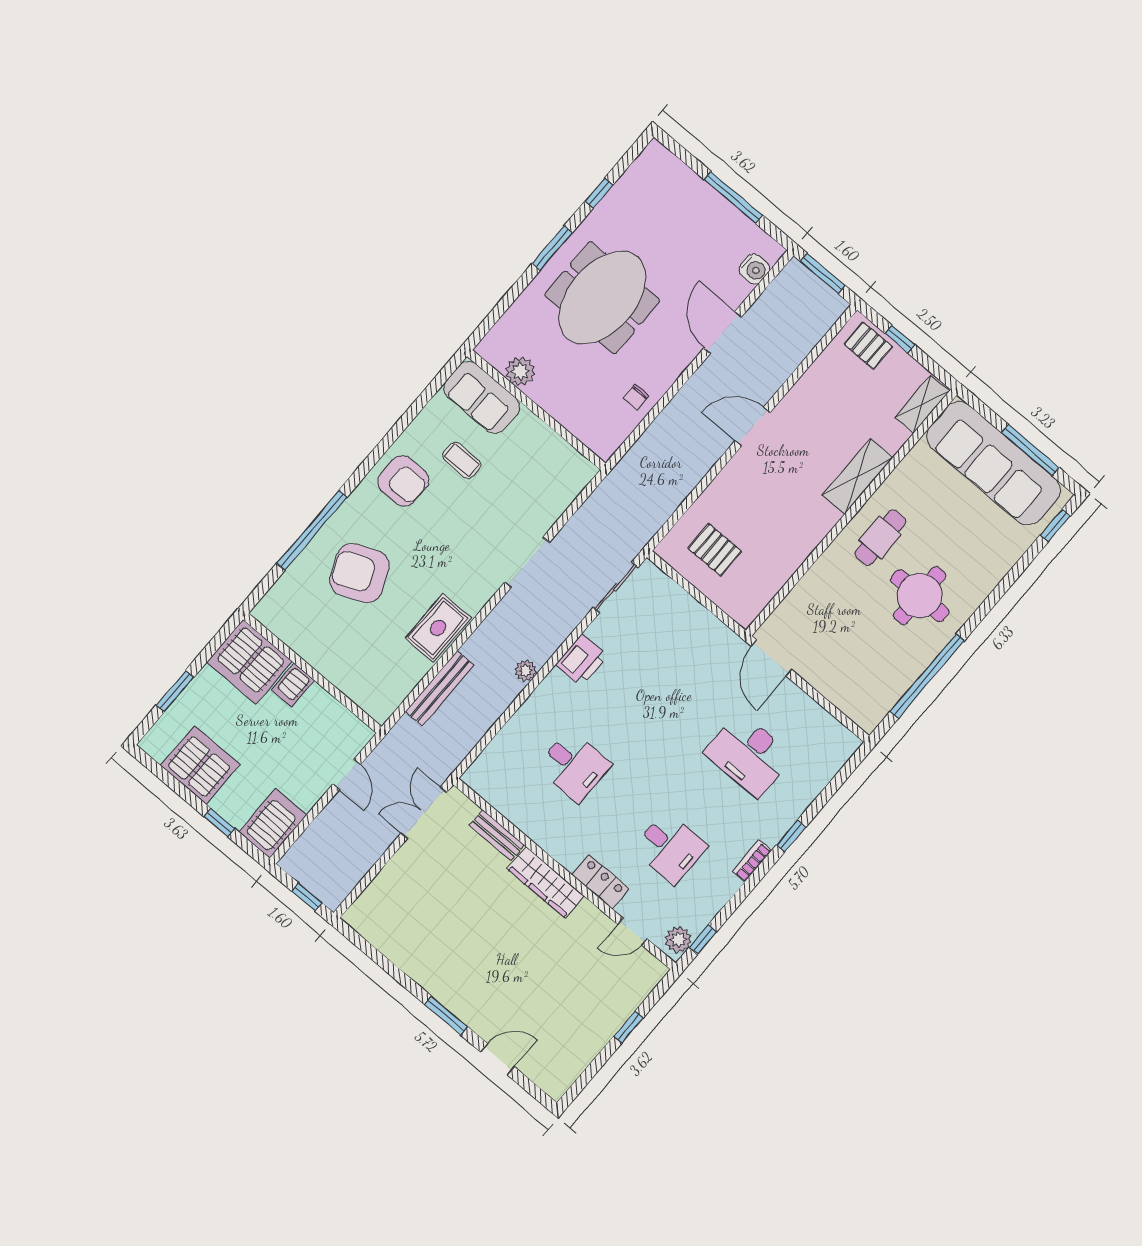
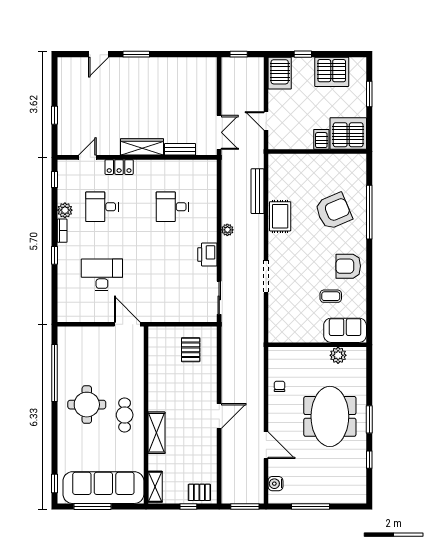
pallet: (715, 550) -> (191, 350), turned 90
plant: (678, 940) -> (65, 210), moved

